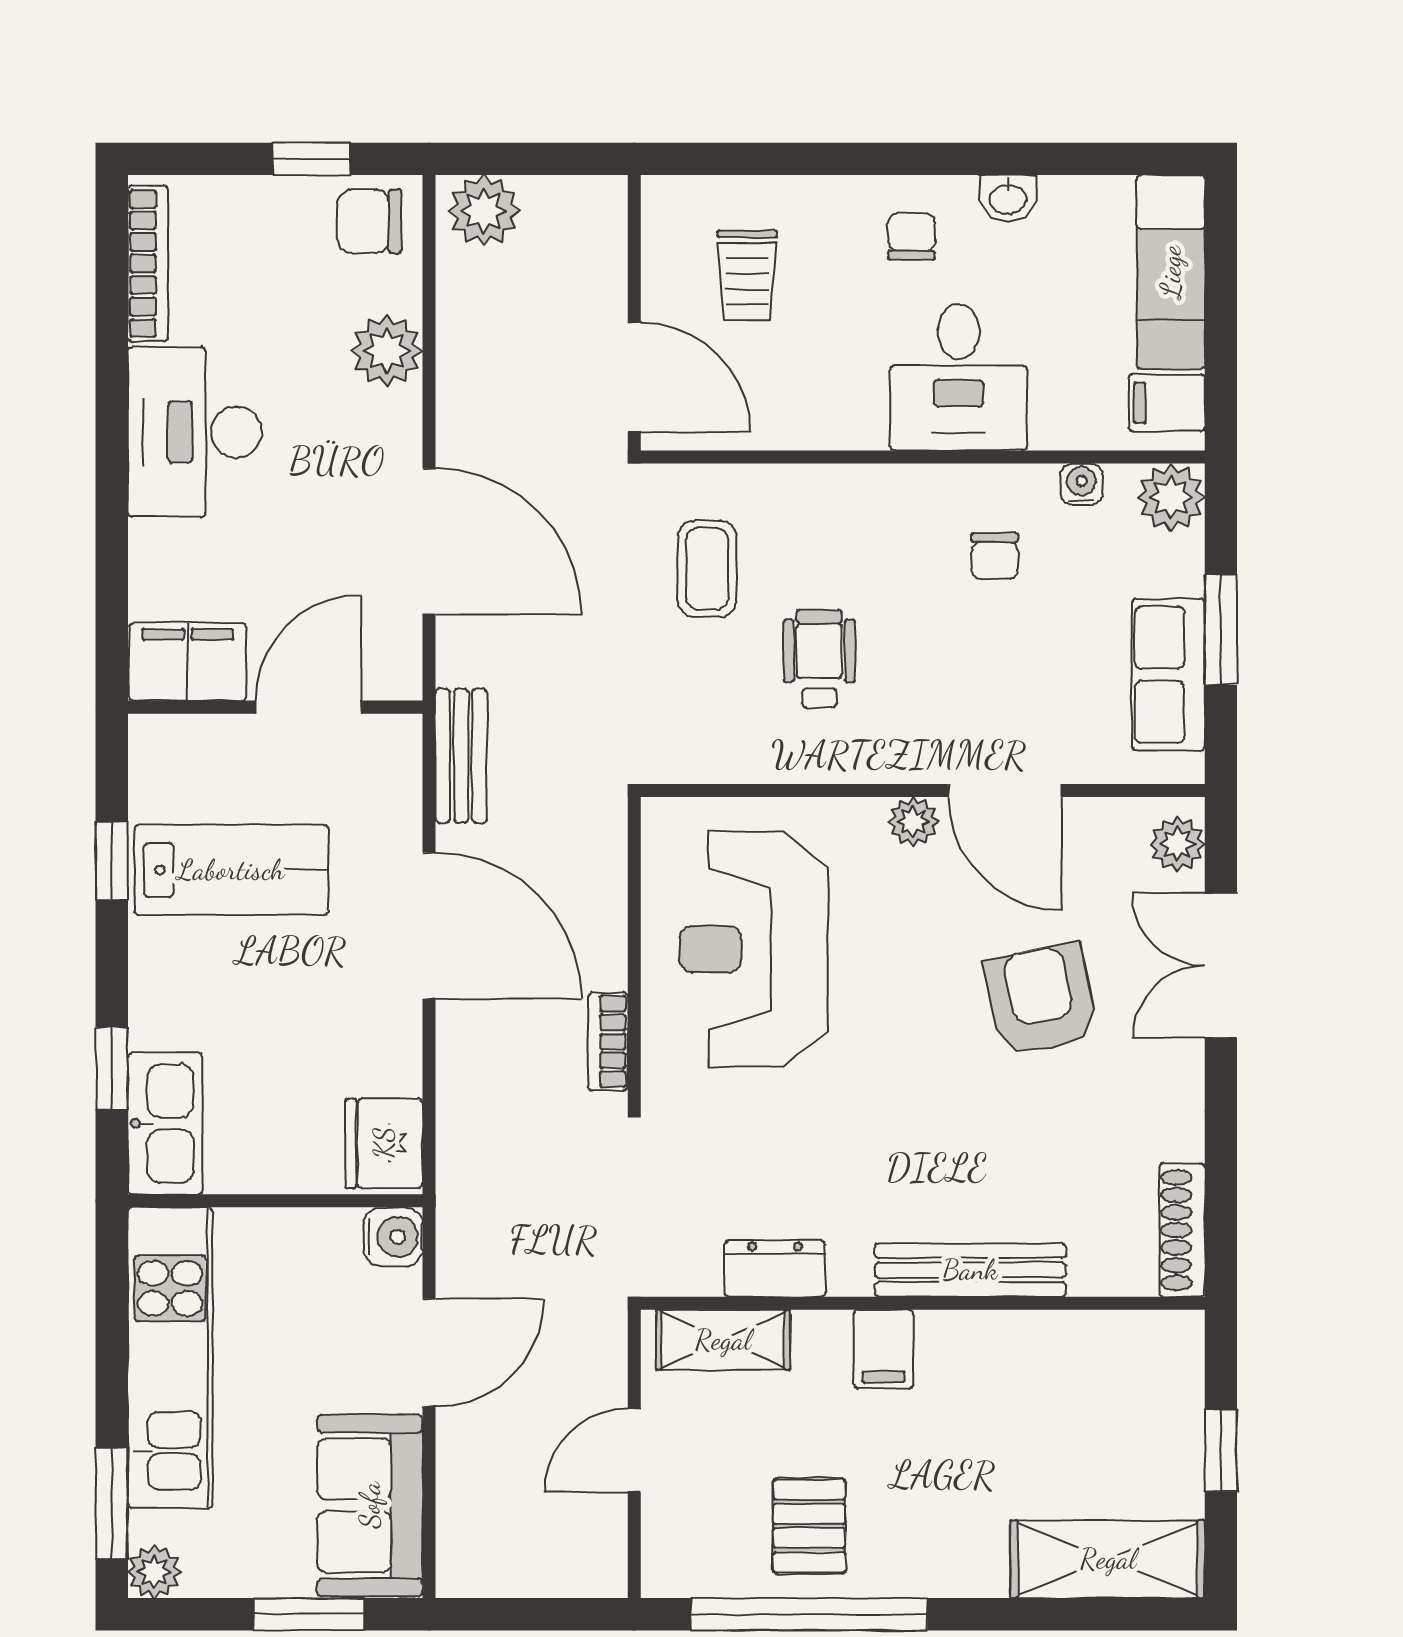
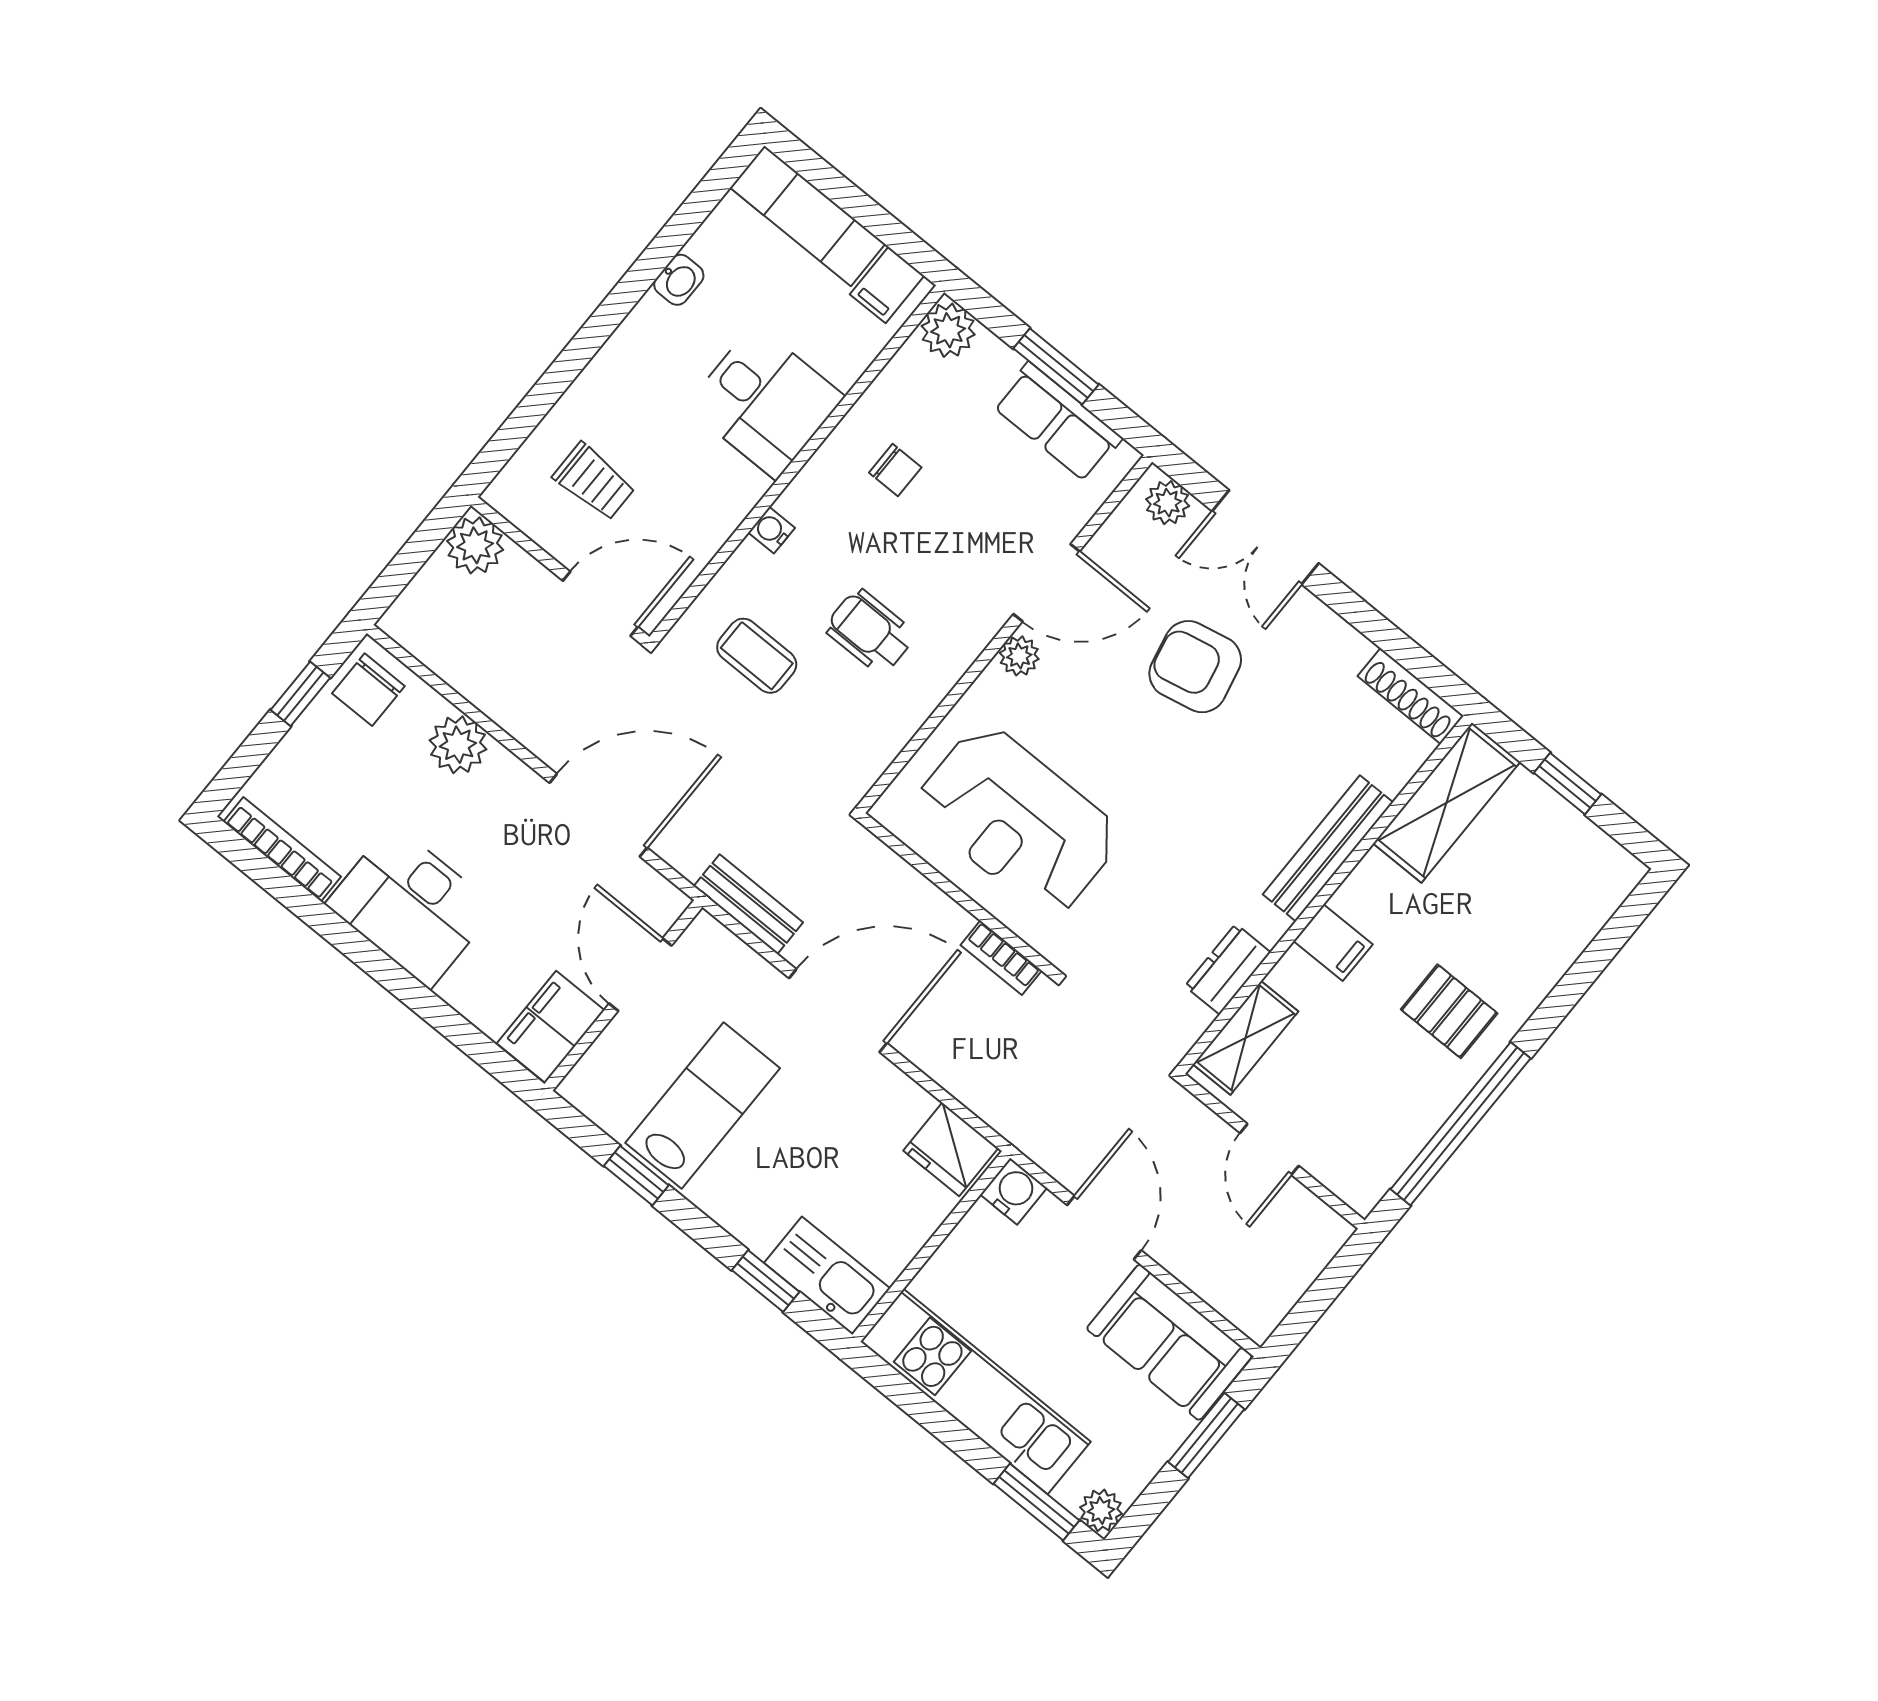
plant: (484, 211) -> (475, 545), moved
chair: (912, 236) -> (654, 359), removed
water cooler: (1081, 484) -> (772, 530), moved
pallet: (809, 1526) -> (1449, 1011), moved
shelving: (1108, 1559) -> (1447, 803), moved

